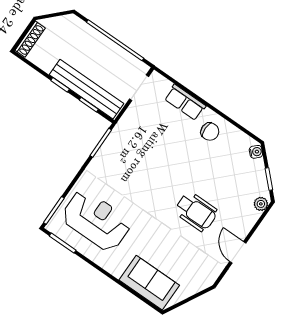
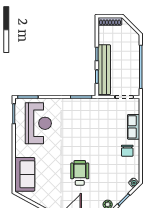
wheelchair: (196, 211) -> (80, 173), turned 180

